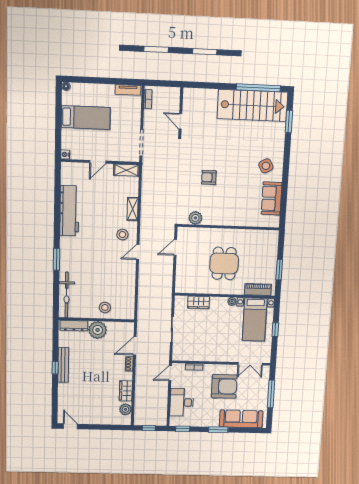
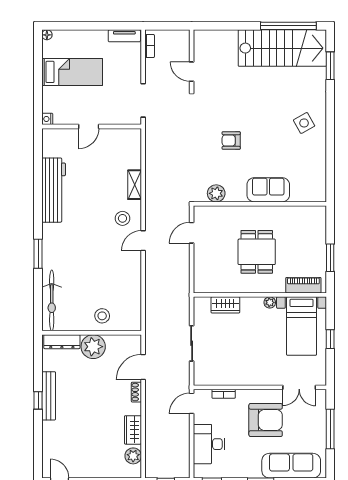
shelving: (126, 170) -> (125, 136), removed
sofa: (272, 198) -> (268, 190), moved, turned 90

